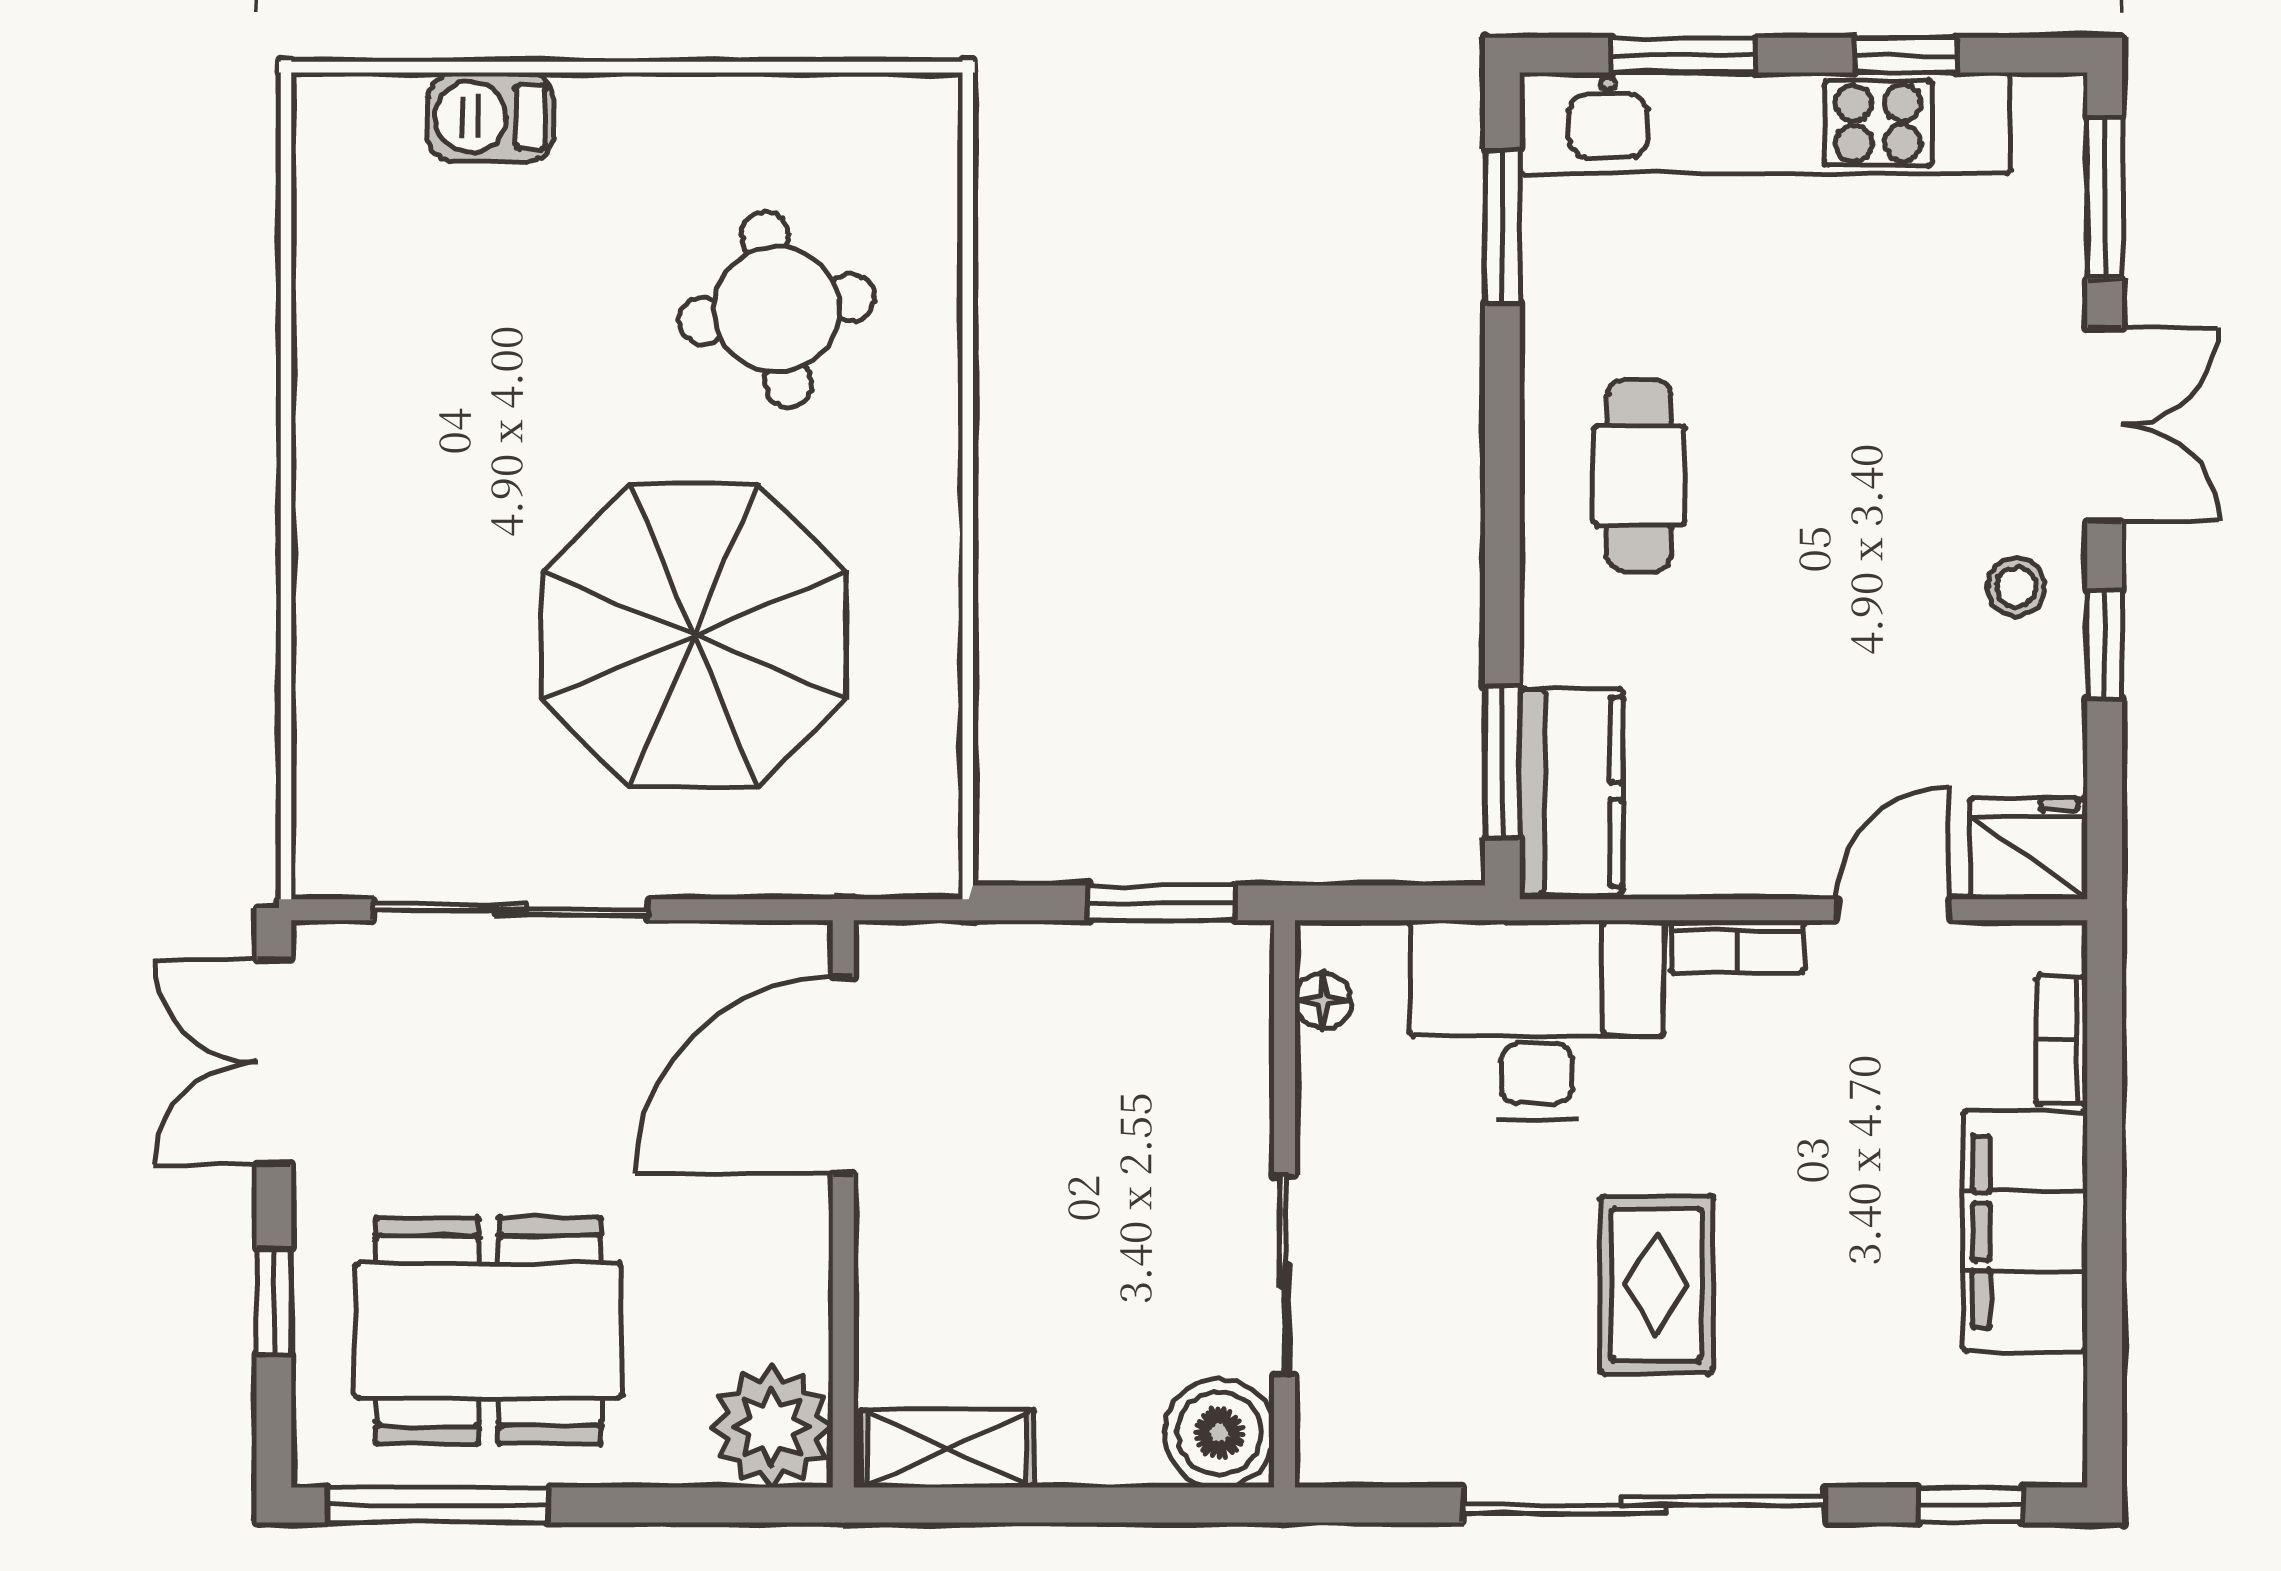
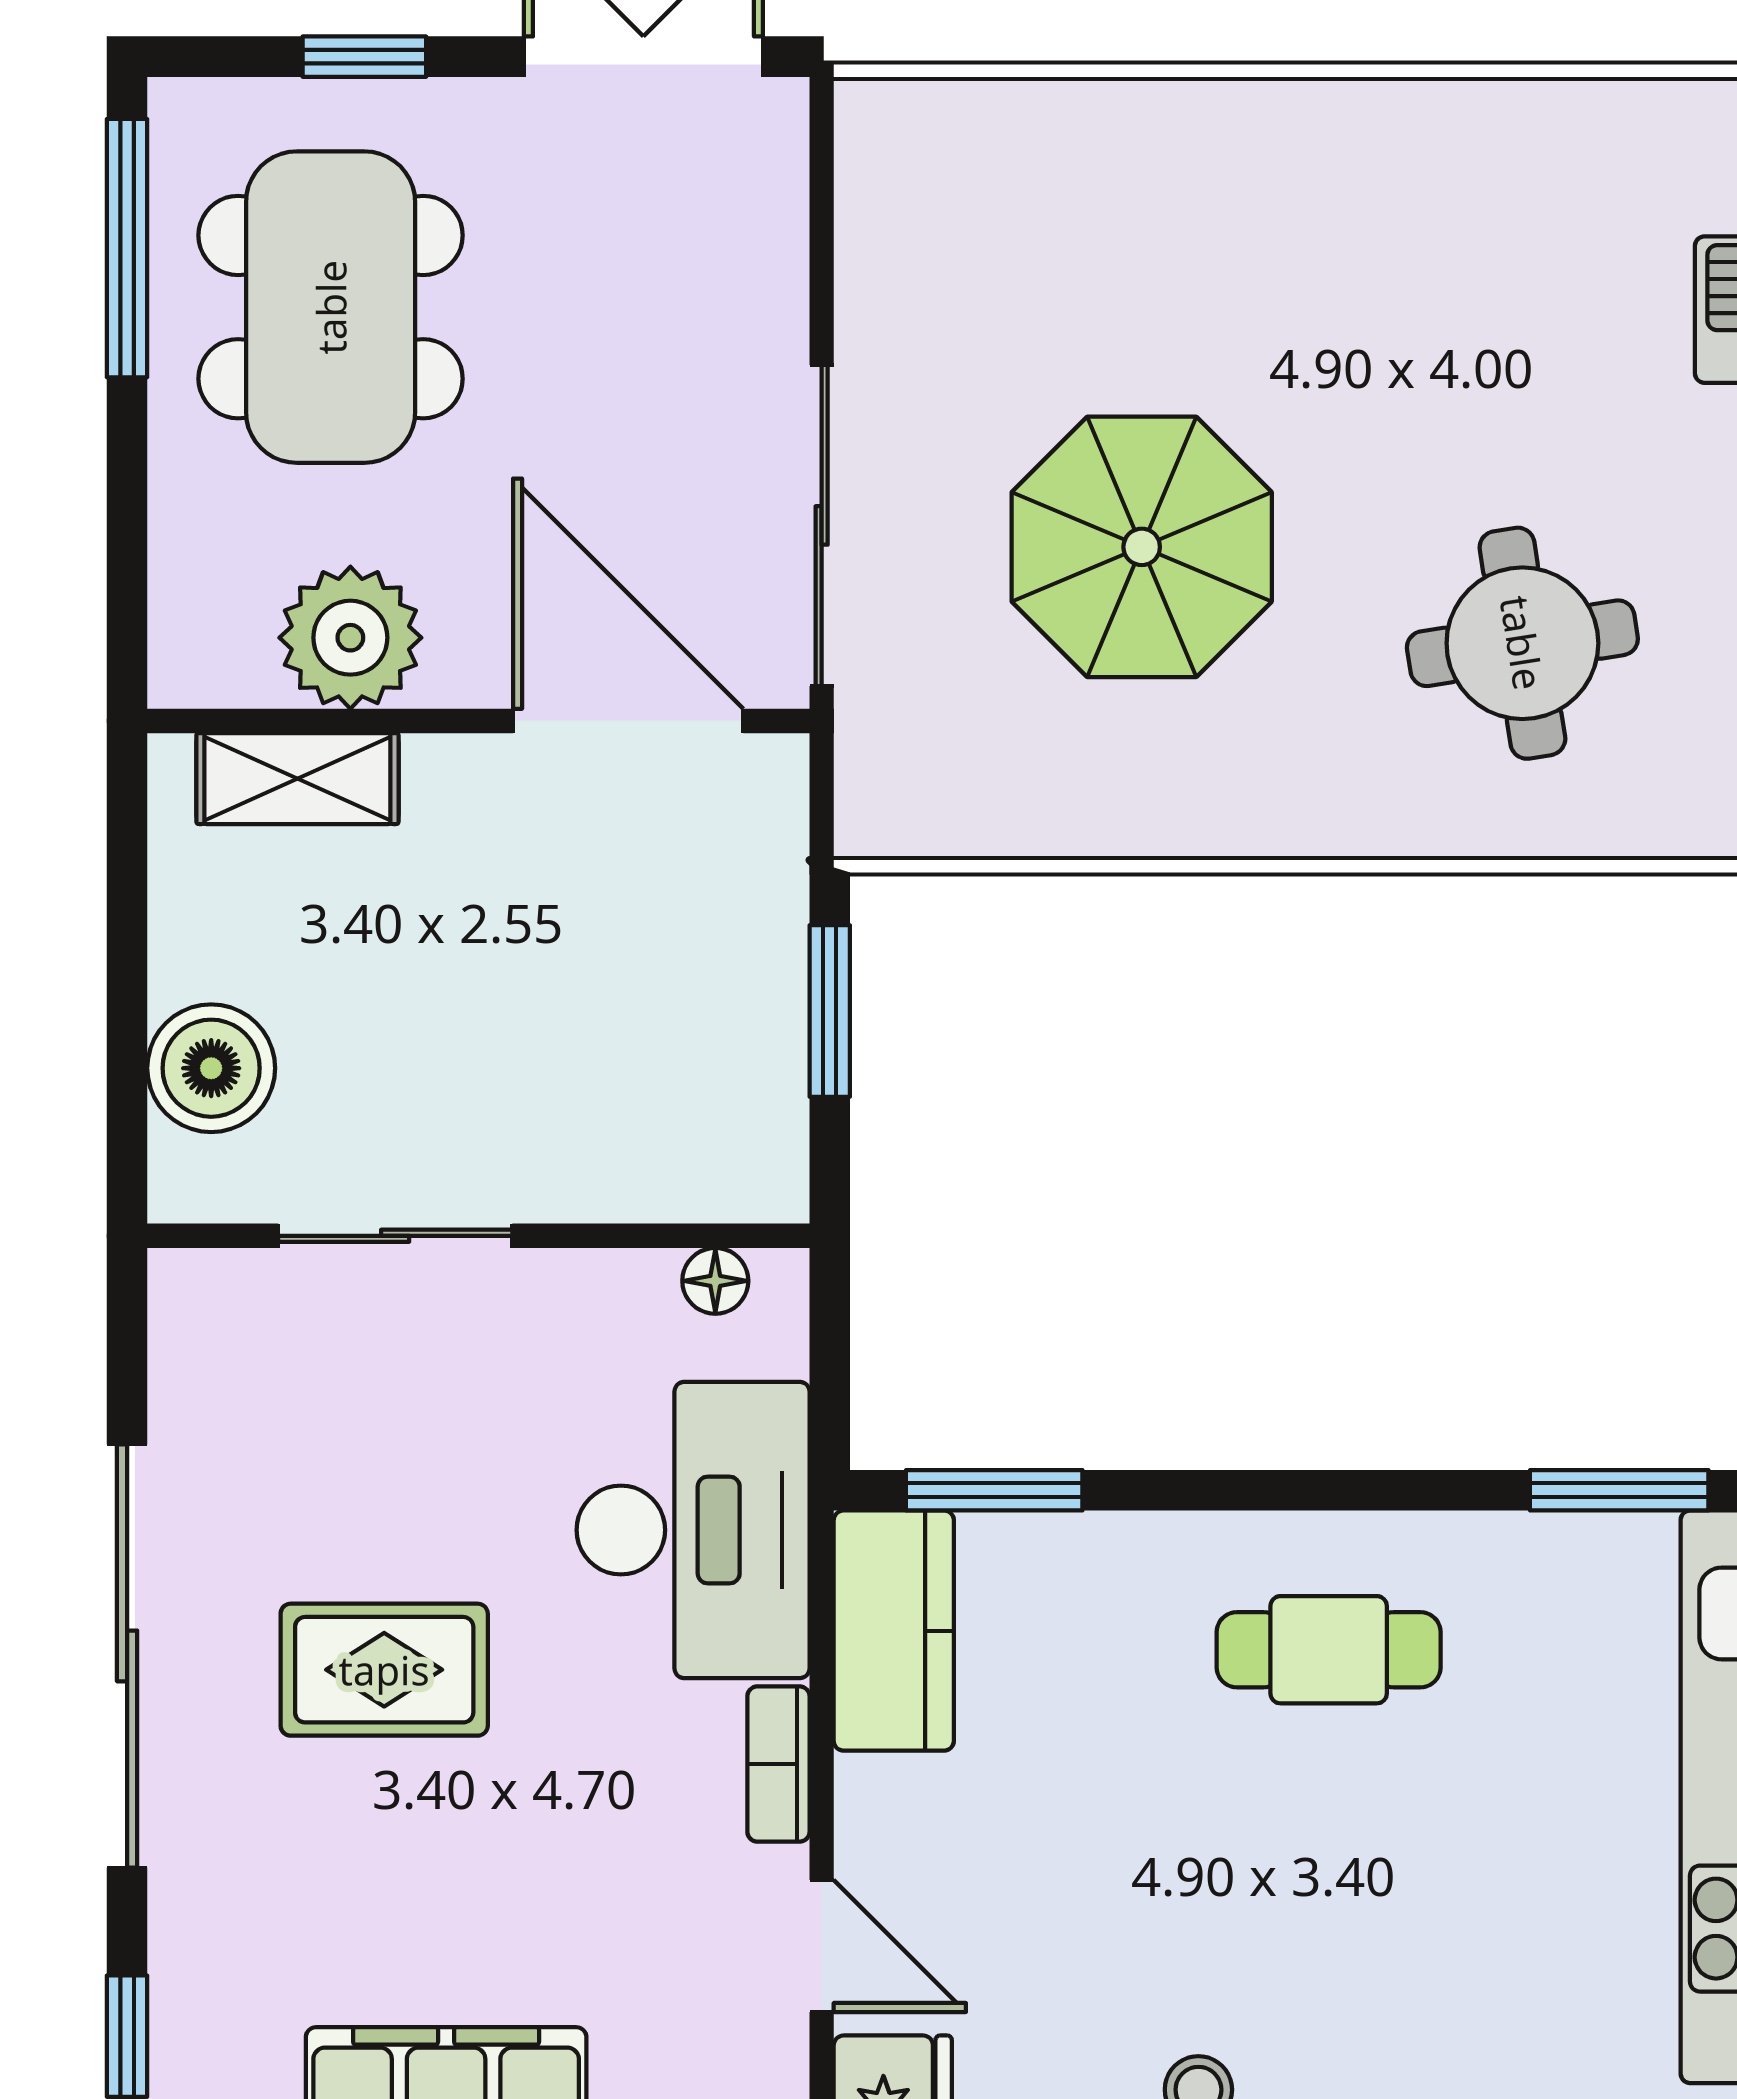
parasol: (694, 636) -> (1142, 547), width x0.73, depth x0.73
kitchen counter: (1571, 792) -> (894, 1631), moved, turned -90
window: (1162, 903) -> (830, 1011), moved
sliding door: (510, 910) -> (822, 525), moved
plant: (772, 1427) -> (350, 638), moved
boiler: (1219, 1433) -> (211, 1068), moved
shelving: (947, 1449) -> (297, 779), moved, turned 90

